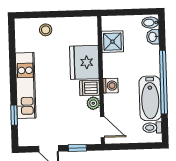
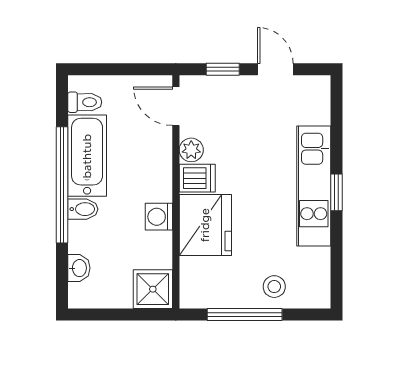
window: (61, 14) -> (245, 314), added
bidet: (150, 23) -> (83, 209), moved
shower: (112, 42) -> (153, 289), moved
washing machine: (111, 86) -> (159, 217), moved
window: (14, 115) -> (337, 192), moved

